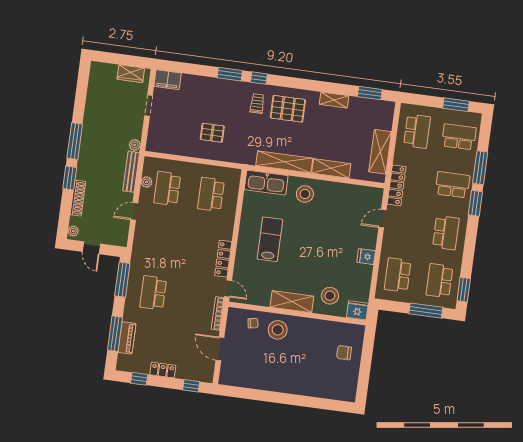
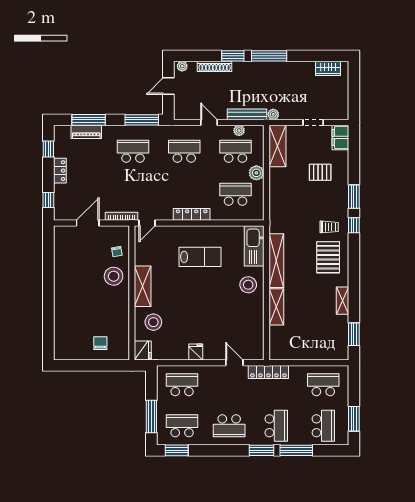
wardrobe: (131, 74) -> (328, 68), moved, turned -90
school desk: (417, 131) -> (323, 385), turned 180
pallet: (212, 133) -> (320, 172), moved, turned 90
shelving: (380, 152) -> (277, 146), moved, turned 90
plant: (192, 170) -> (256, 173), added
school desk: (160, 241) -> (184, 151), added
locker: (223, 259) -> (192, 214), moved

